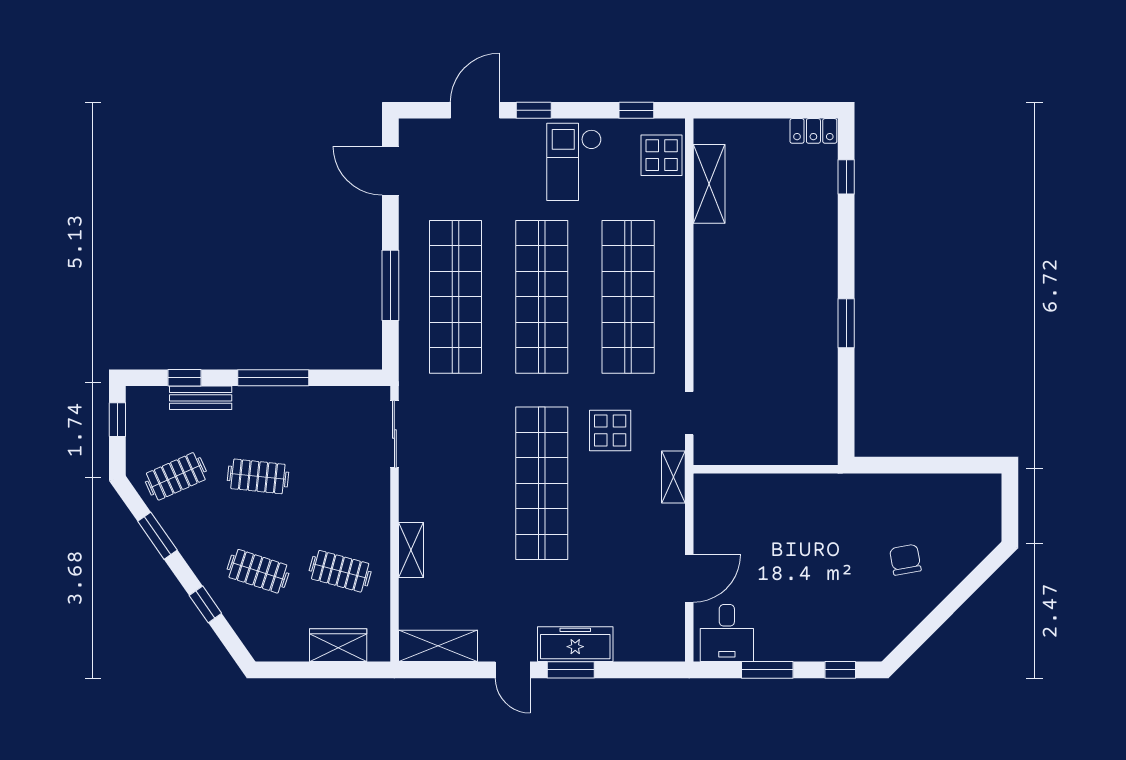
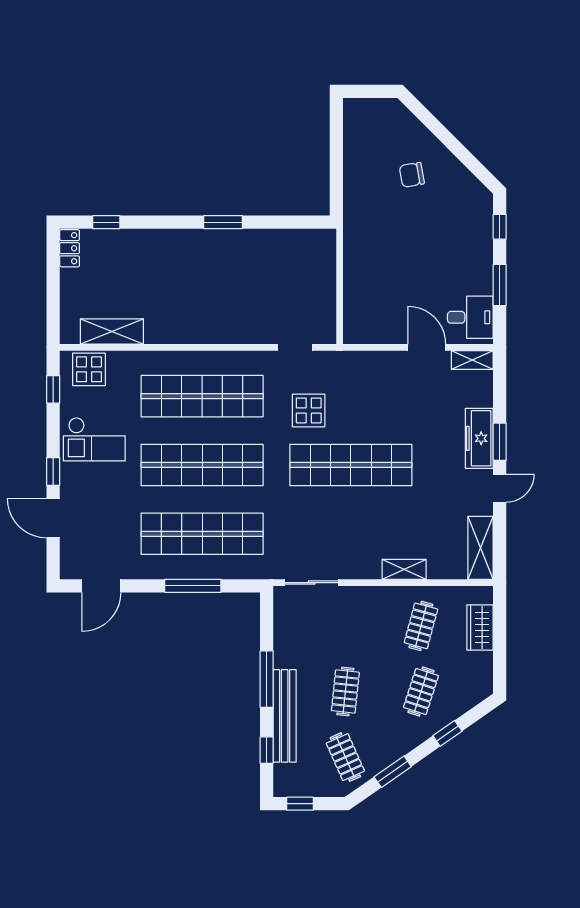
bench: (201, 398) -> (285, 716), width x1.86, depth x1.21
shelving: (673, 477) -> (472, 360), moved

